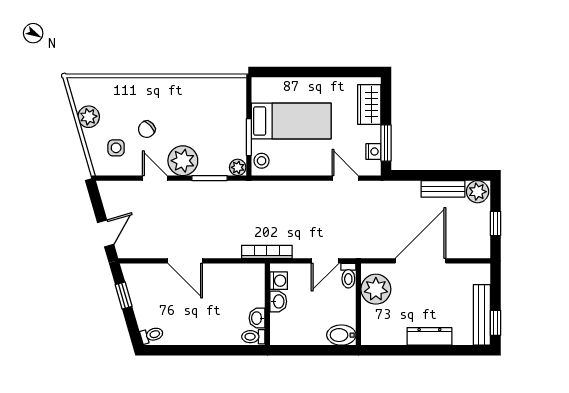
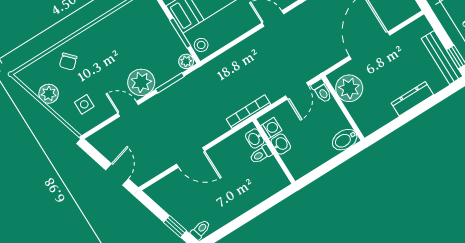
chair: (147, 129) -> (68, 61), moved
window: (124, 296) -> (175, 226), moved
washbasin: (257, 318) -> (255, 138), moved
toilet: (253, 337) -> (261, 154), moved

